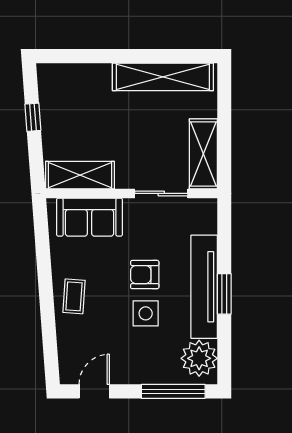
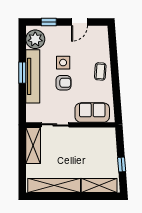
shelving: (80, 175) -> (99, 186), moved
door: (94, 391) -> (80, 22), moved
window: (173, 391) -> (49, 22), width x0.46

